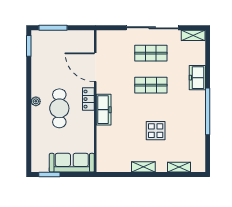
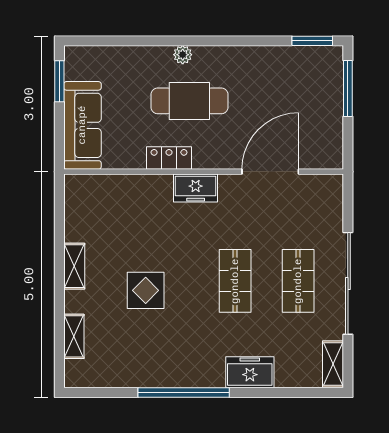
locker: (88, 99) -> (169, 158), moved
plant: (36, 101) -> (183, 55), moved
freezer: (104, 110) -> (196, 188), width x0.71

